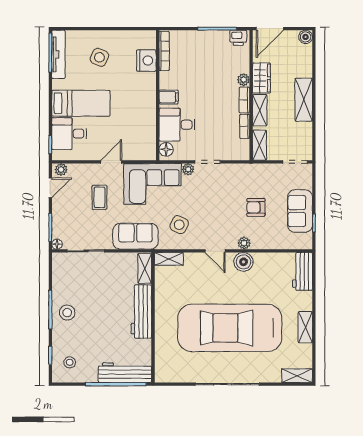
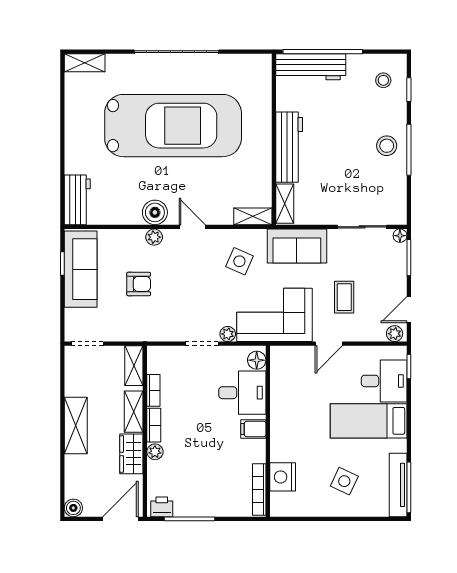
sofa: (300, 211) -> (81, 269), width x1.36
shelving: (305, 327) -> (74, 126), removed

